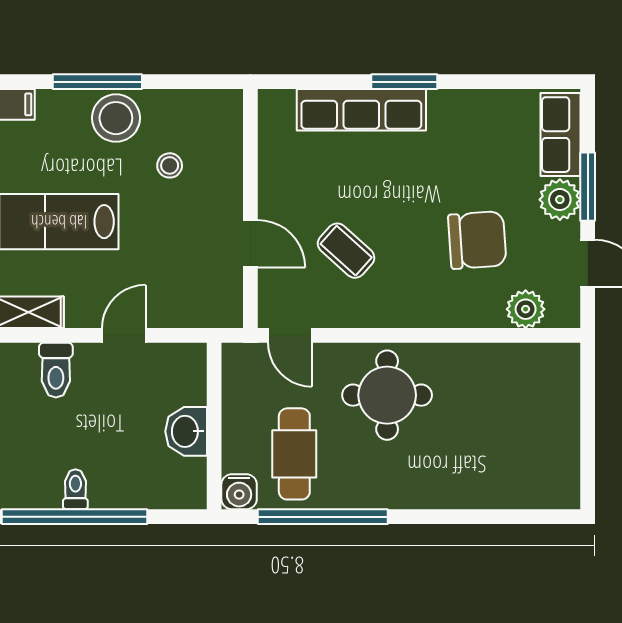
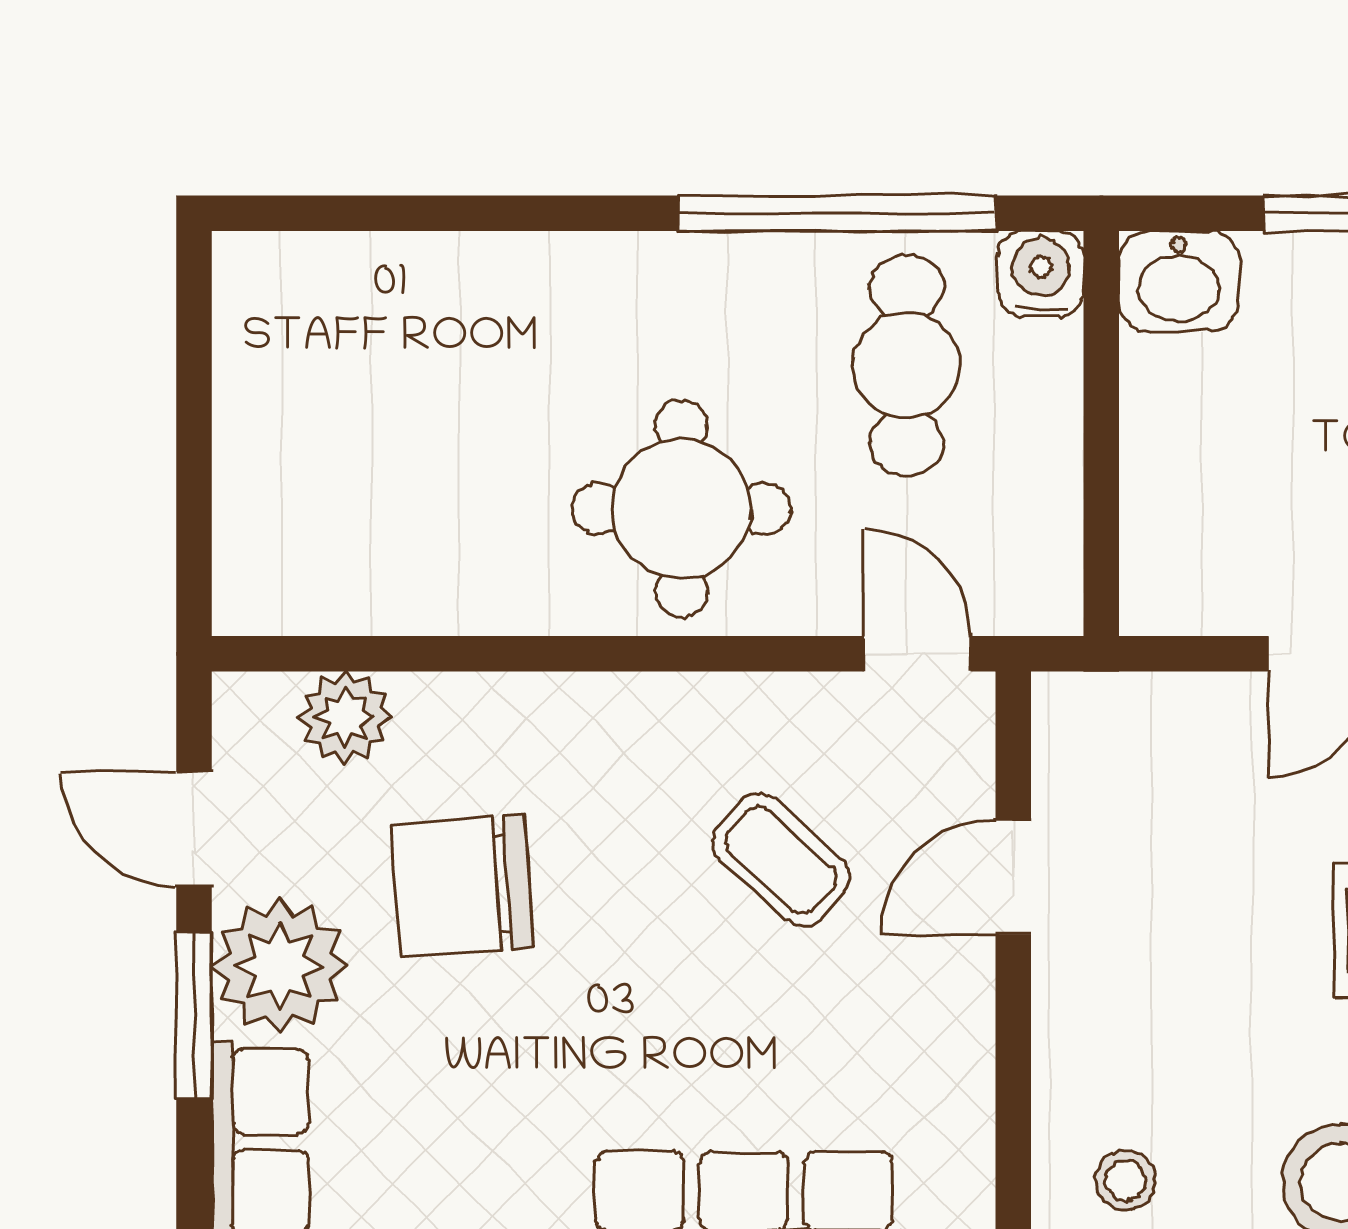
stool: (170, 165) -> (1126, 1180), moved
plant: (560, 200) -> (279, 966), width x1.36, depth x1.36
door: (250, 244) -> (1013, 877), hinge flipped
washbasin: (186, 431) -> (1179, 281), moved, turned 90

